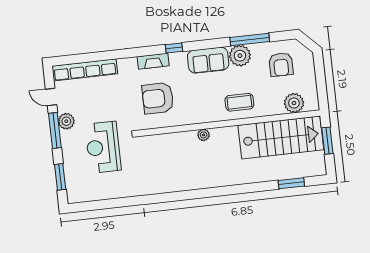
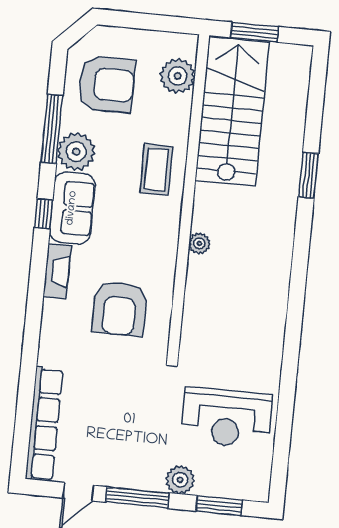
window: (174, 48) -> (44, 214), moved
fireplace: (153, 61) -> (57, 271), moved
armchair: (281, 64) -> (106, 84), width x1.36, depth x1.36
plant: (66, 121) -> (180, 480), moved
reception desk: (103, 147) -> (226, 418), moved
window: (291, 183) -> (308, 175), moved

